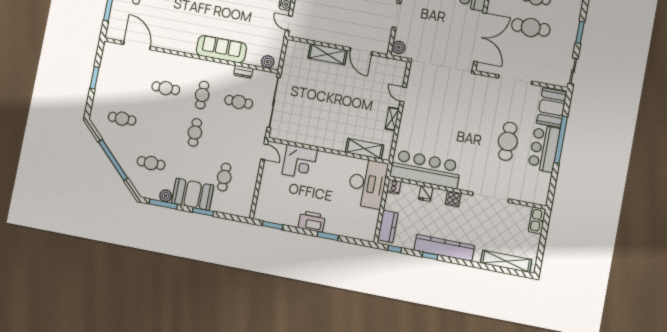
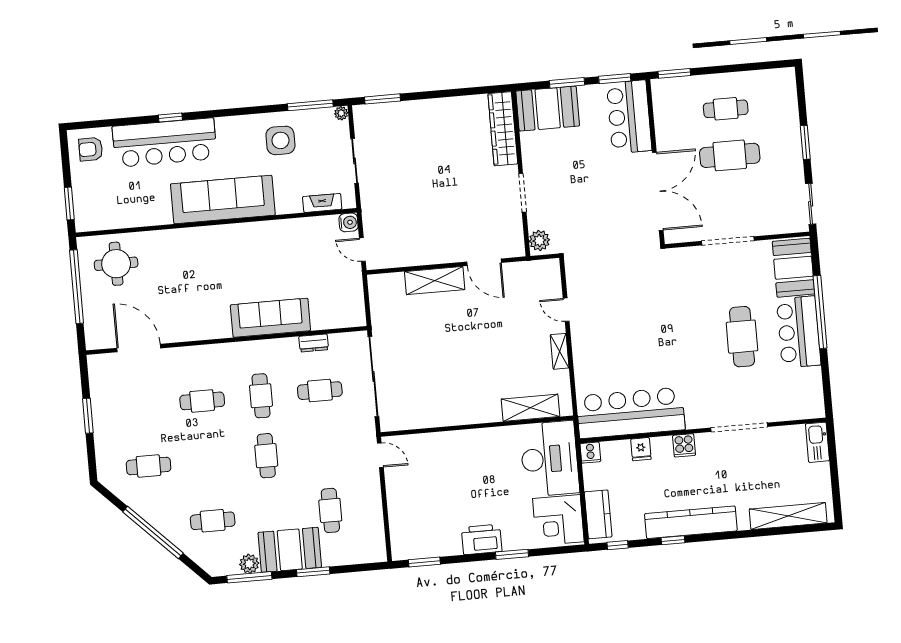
plant: (268, 62) -> (347, 317), removed
corner desk: (300, 162) -> (558, 520), moved, turned 90

